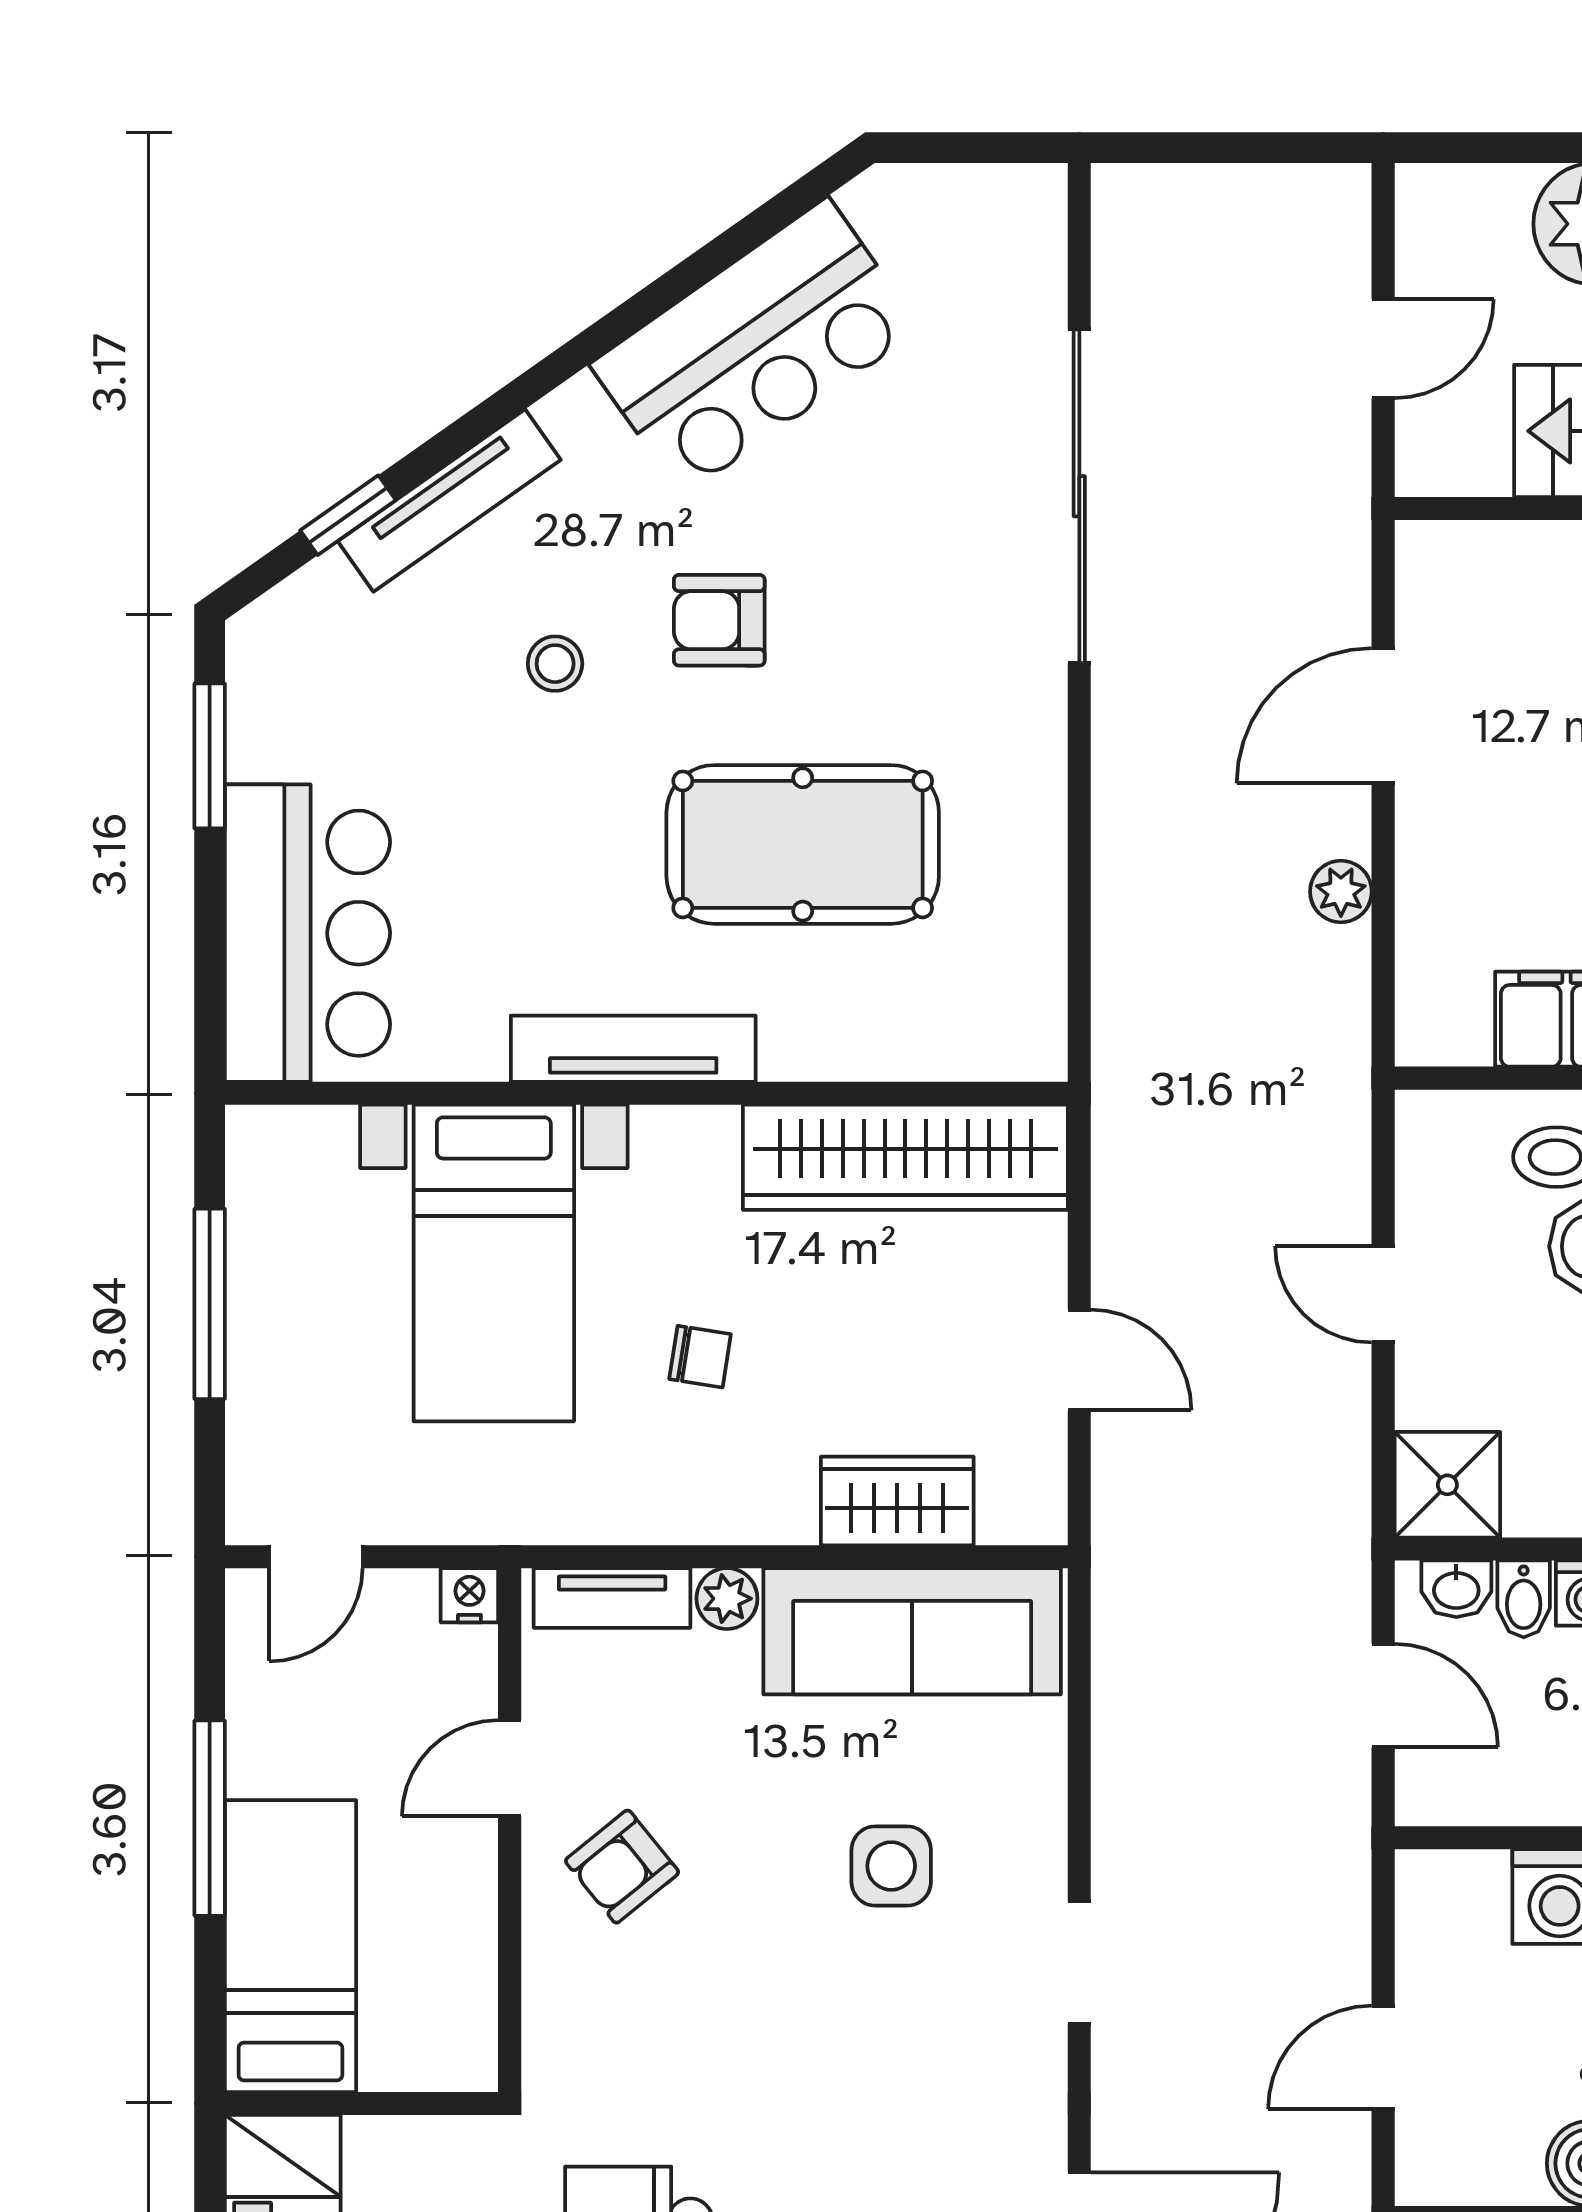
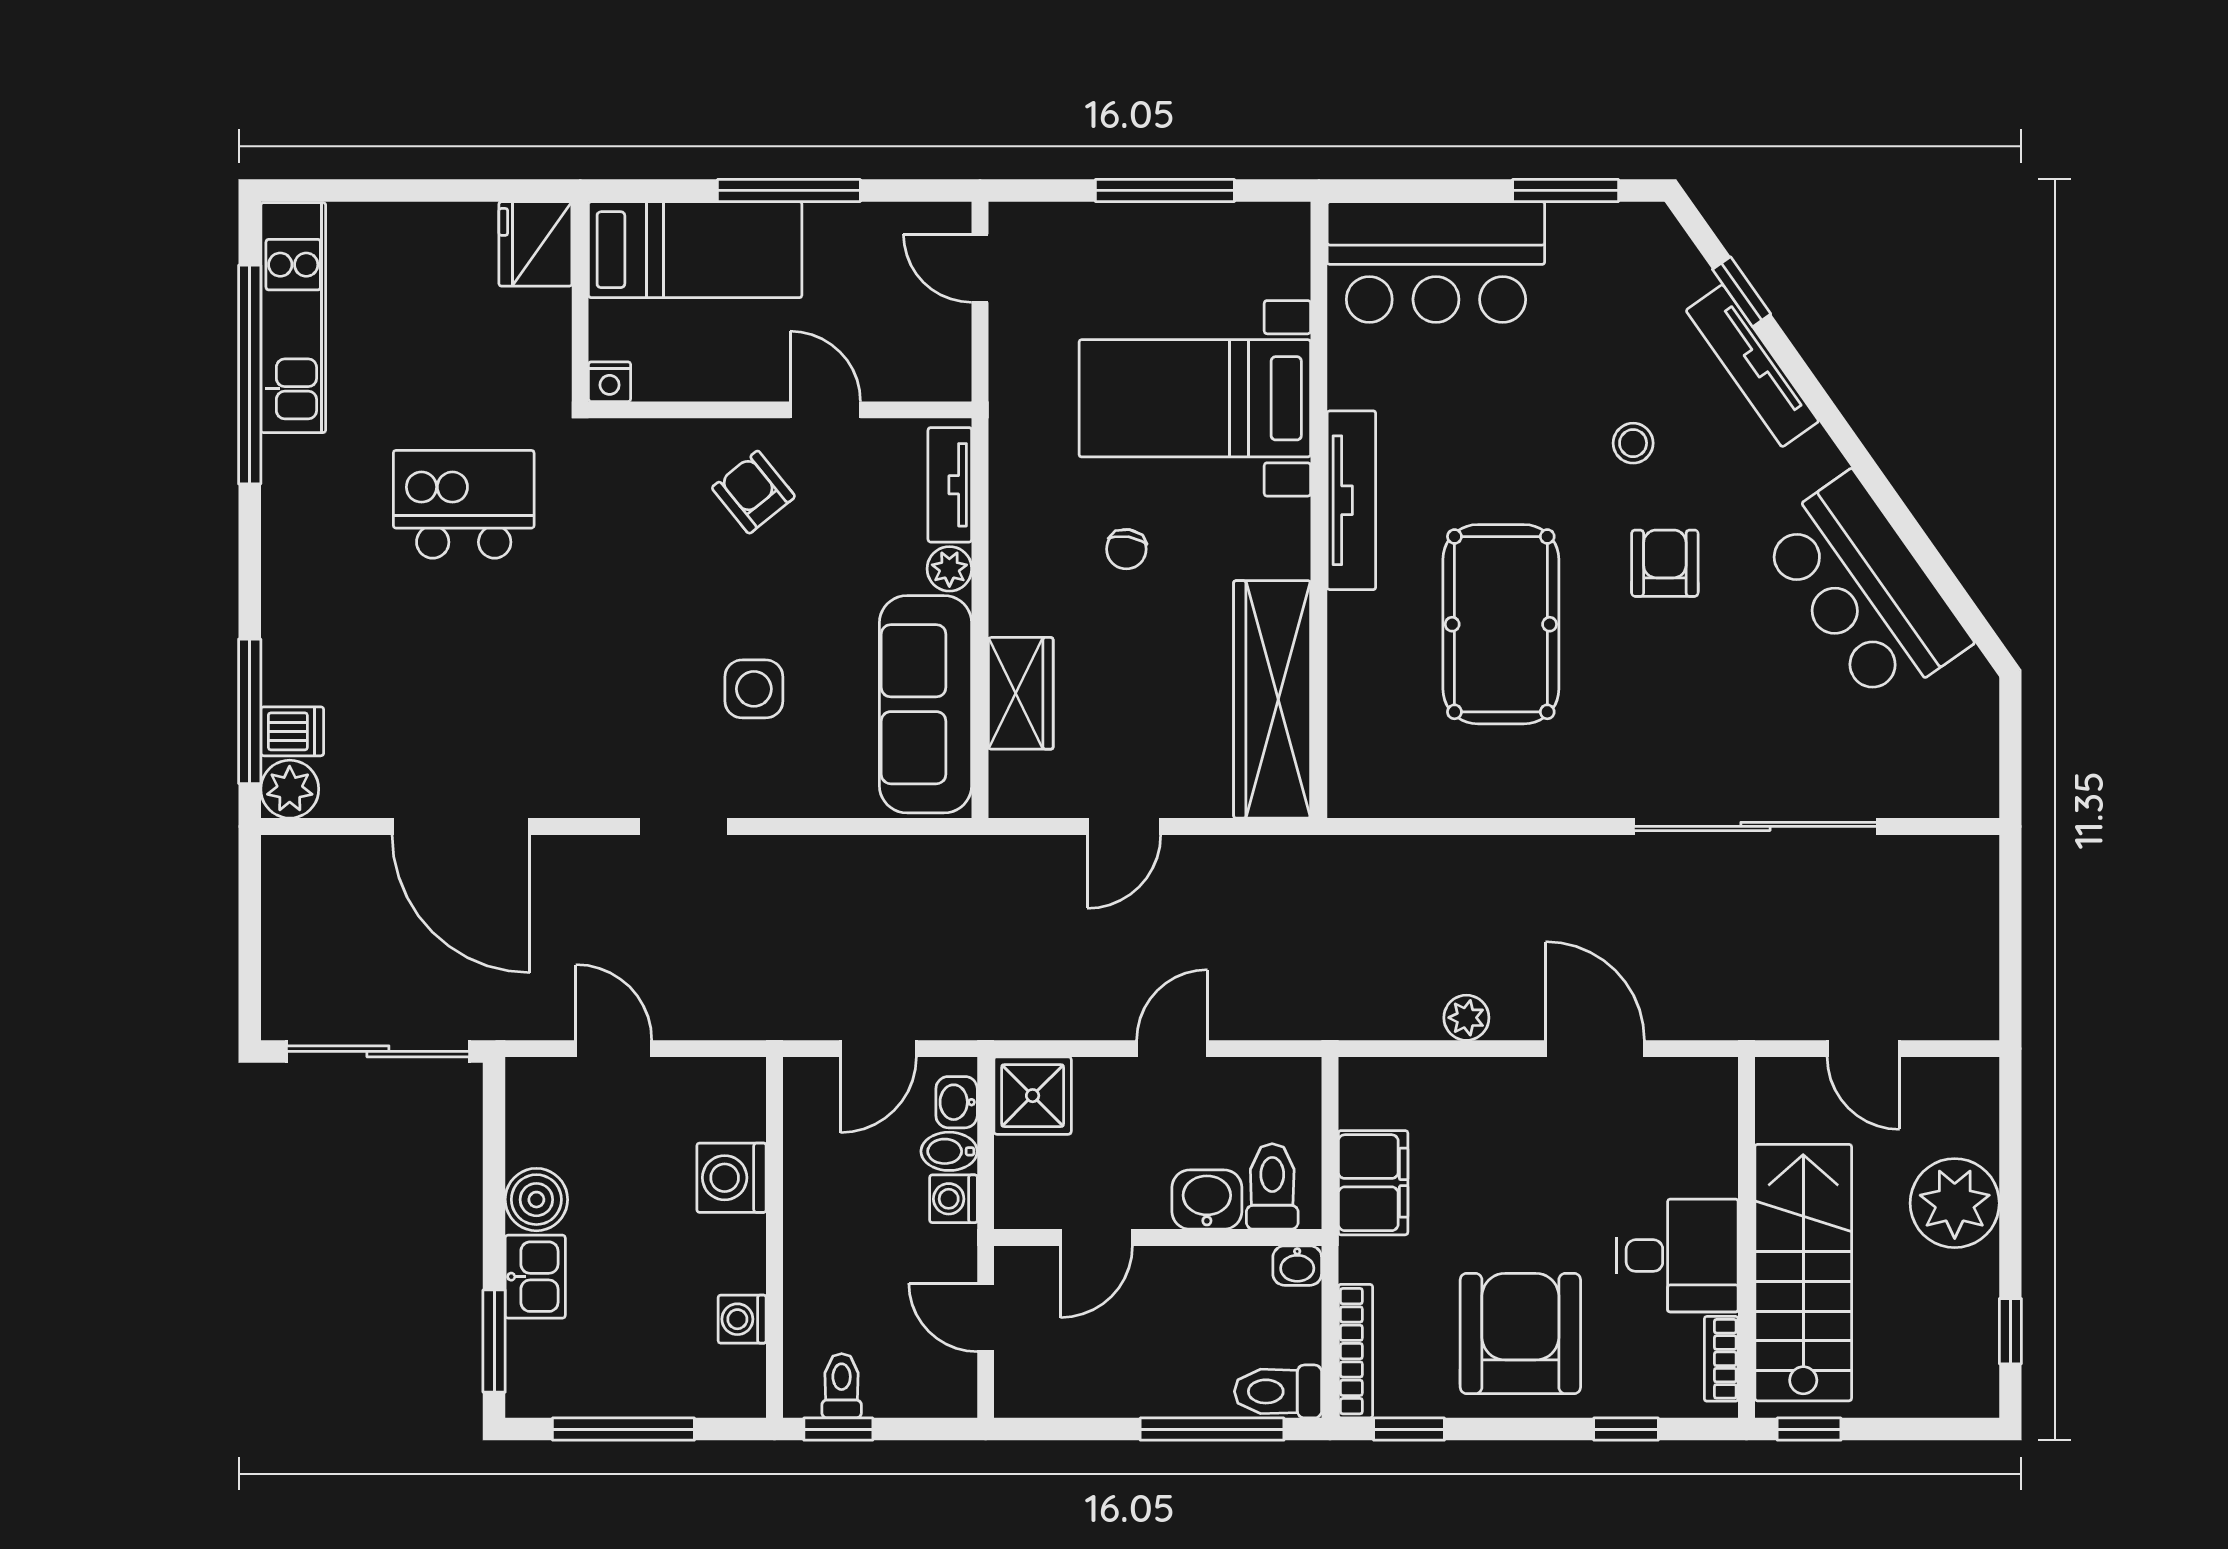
nightstand: (469, 1595) -> (610, 382), moved, turned 90

